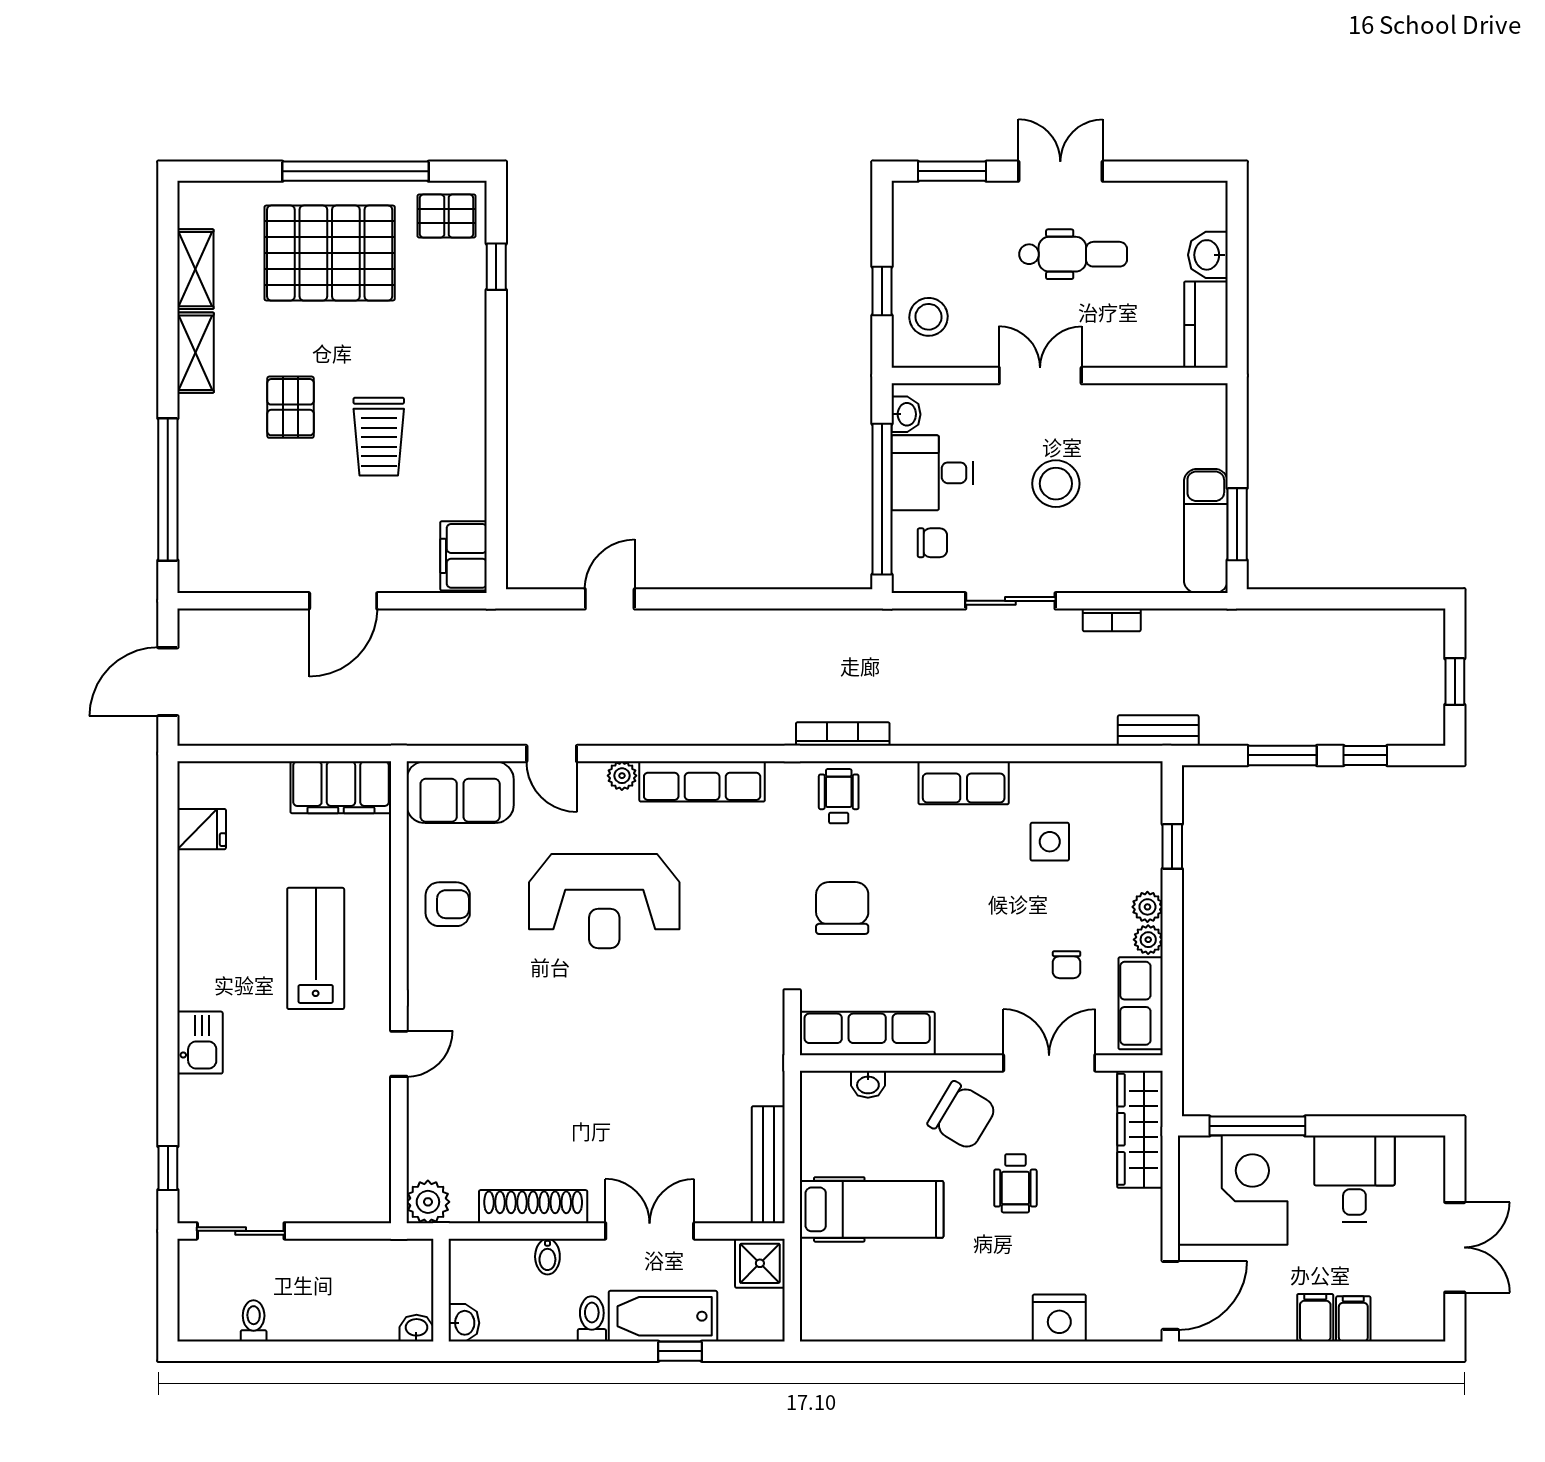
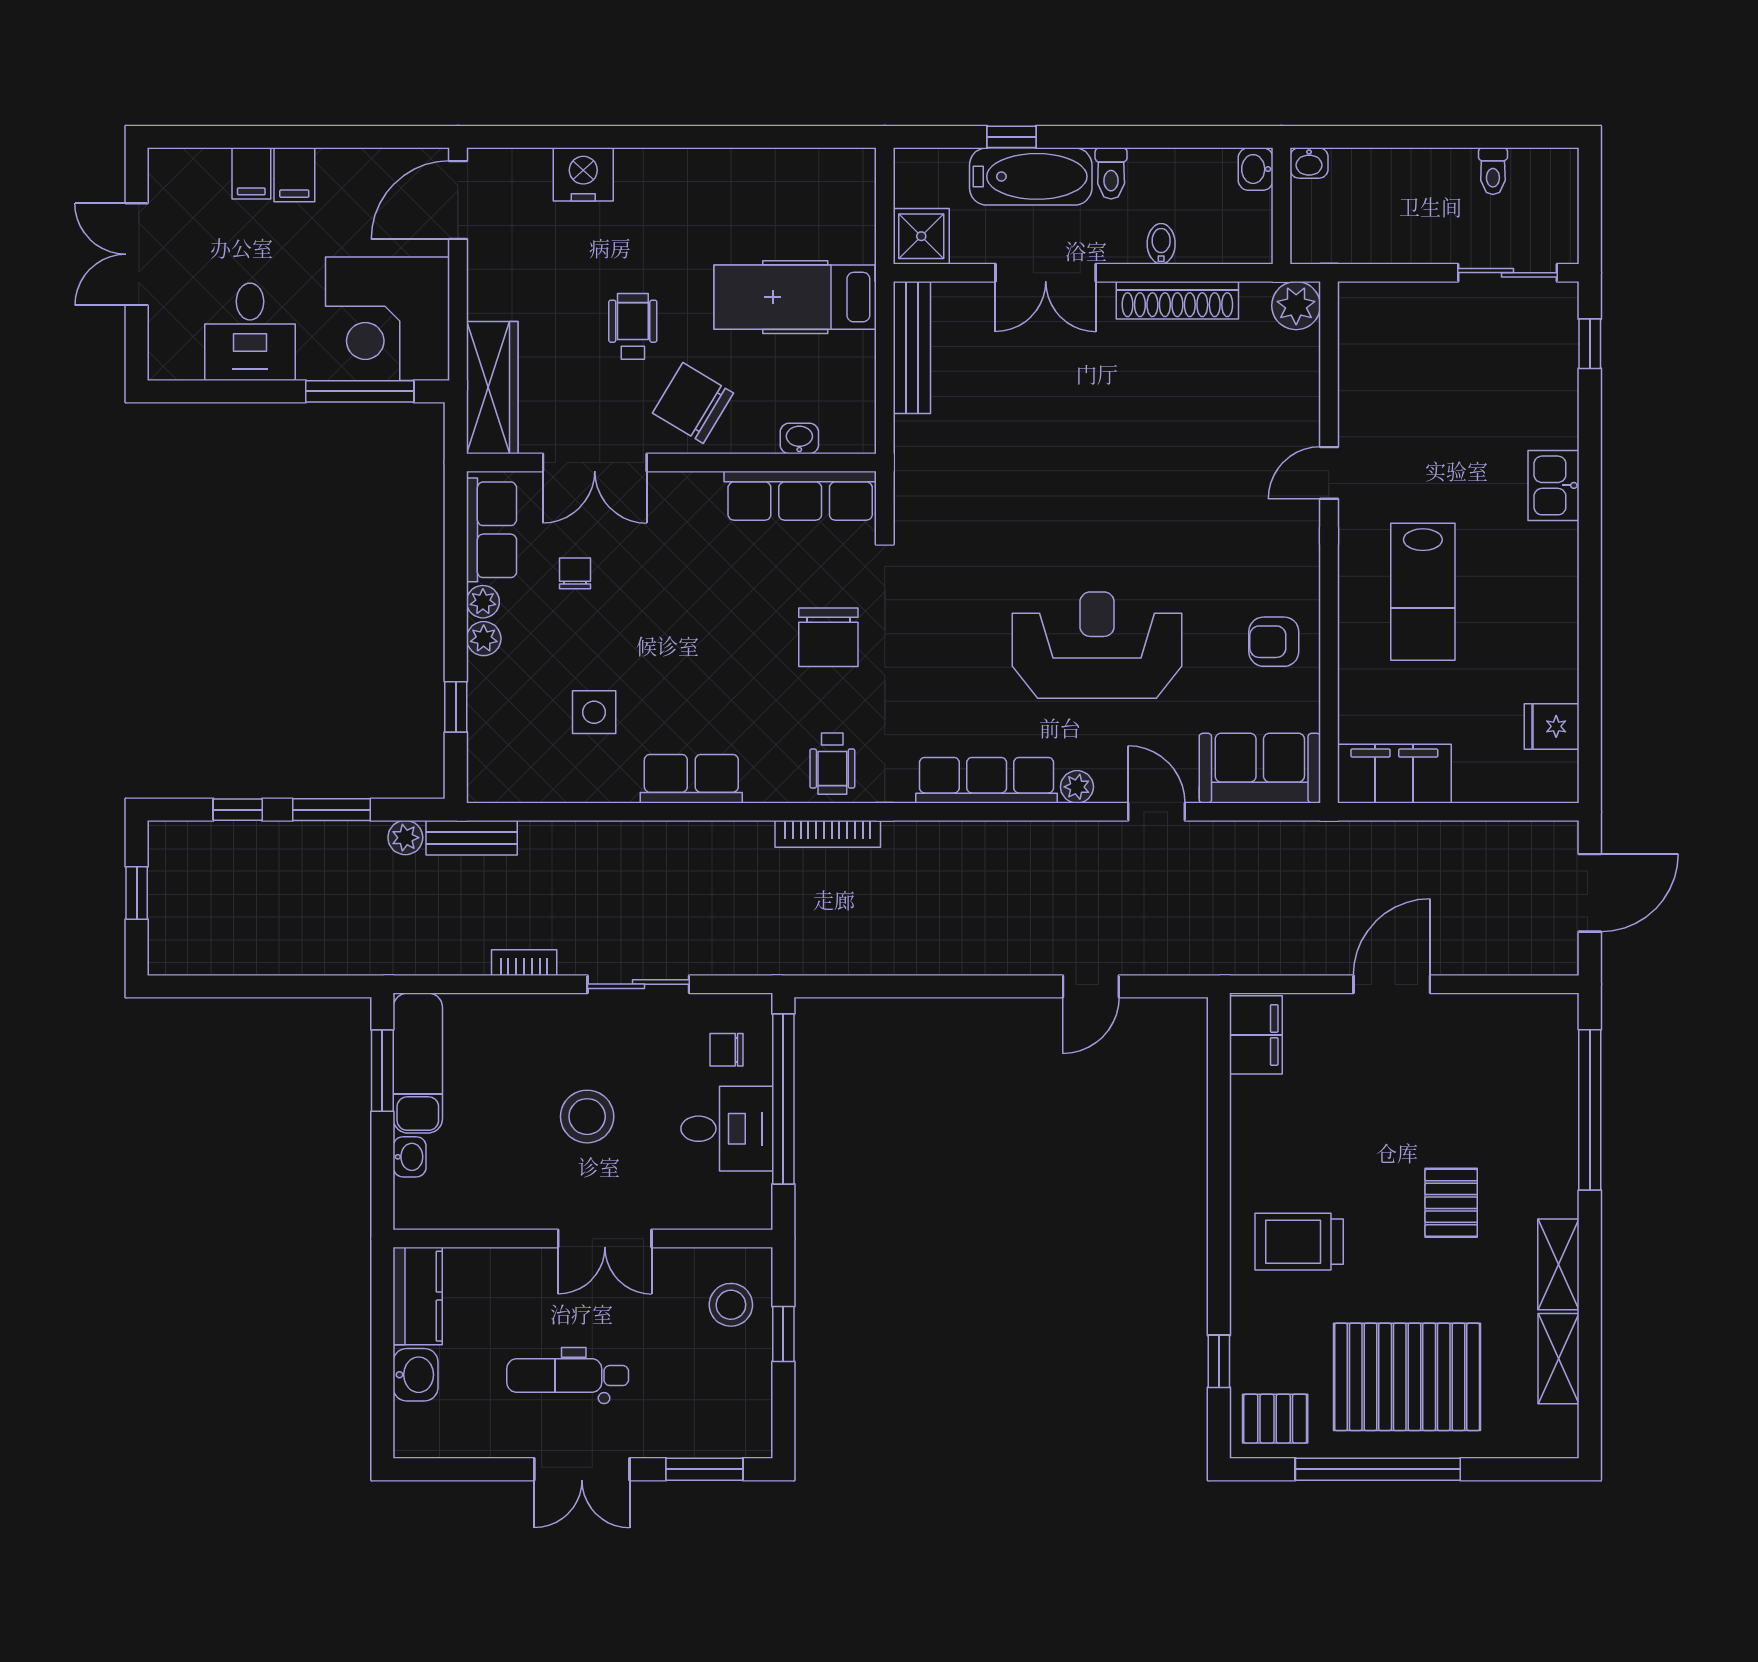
washbasin: (906, 414) -> (410, 1157), moved, turned 180
trolley: (379, 437) -> (1299, 1242), moved, turned -90
plant: (1217, 731) -> (405, 838), added

